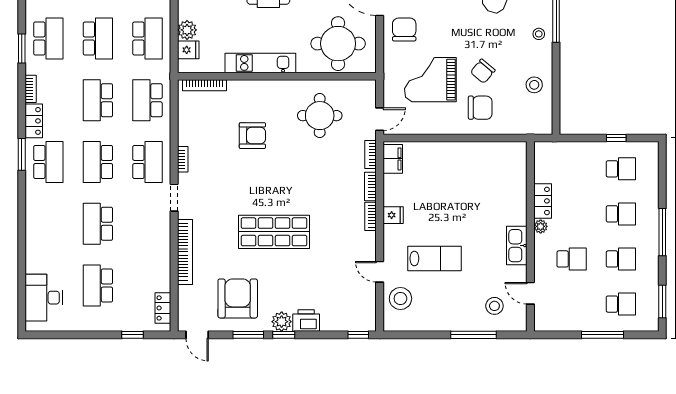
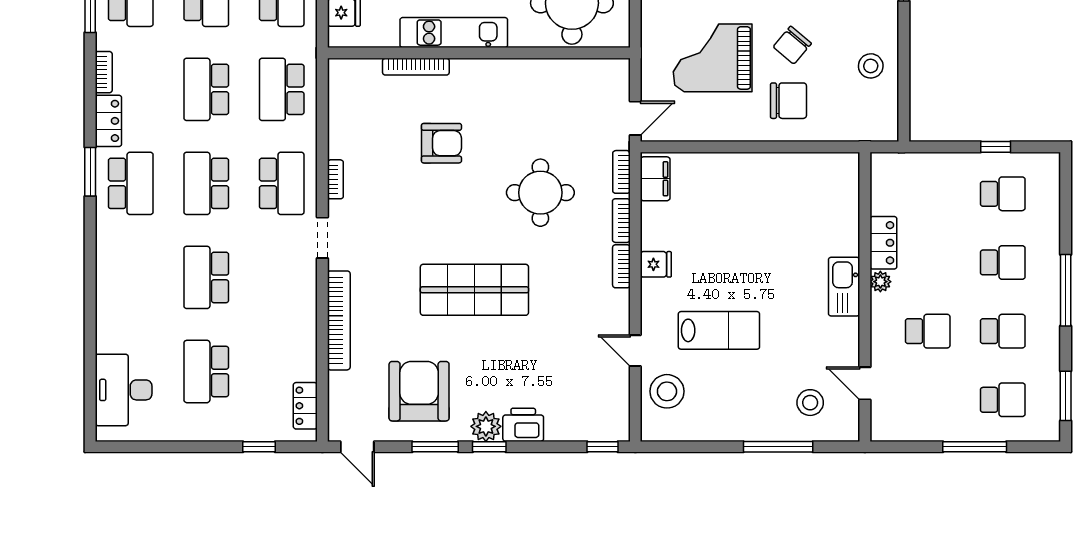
bookcase: (204, 85) -> (416, 67), moved
round table: (320, 116) -> (540, 193), moved
kitchen sink: (517, 246) -> (844, 287), moved

